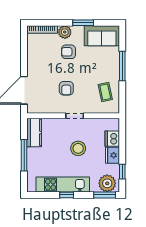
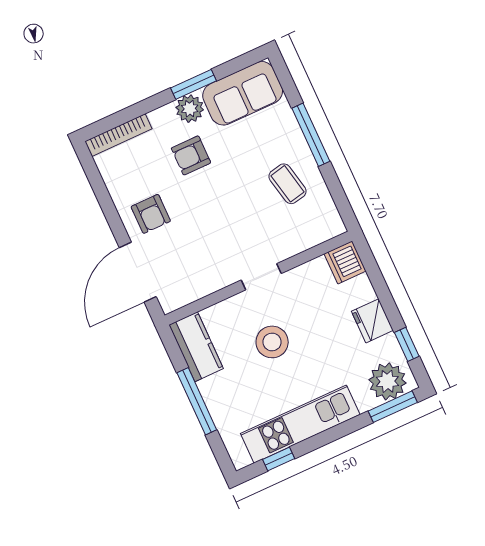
plant: (65, 32) -> (190, 109), moved
armchair: (66, 88) -> (151, 214), moved
coffee table: (105, 92) -> (287, 184), moved
dishwasher: (112, 139) -> (345, 262), moved
stool: (78, 148) -> (272, 342), moved
window: (67, 195) -> (279, 459), moved

